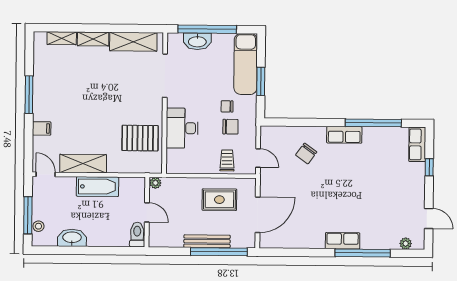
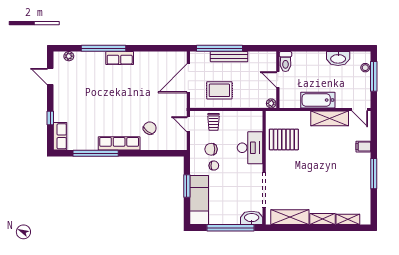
washbasin: (197, 41) -> (252, 218), moved
row of seats: (344, 135) -> (119, 143), width x1.48

